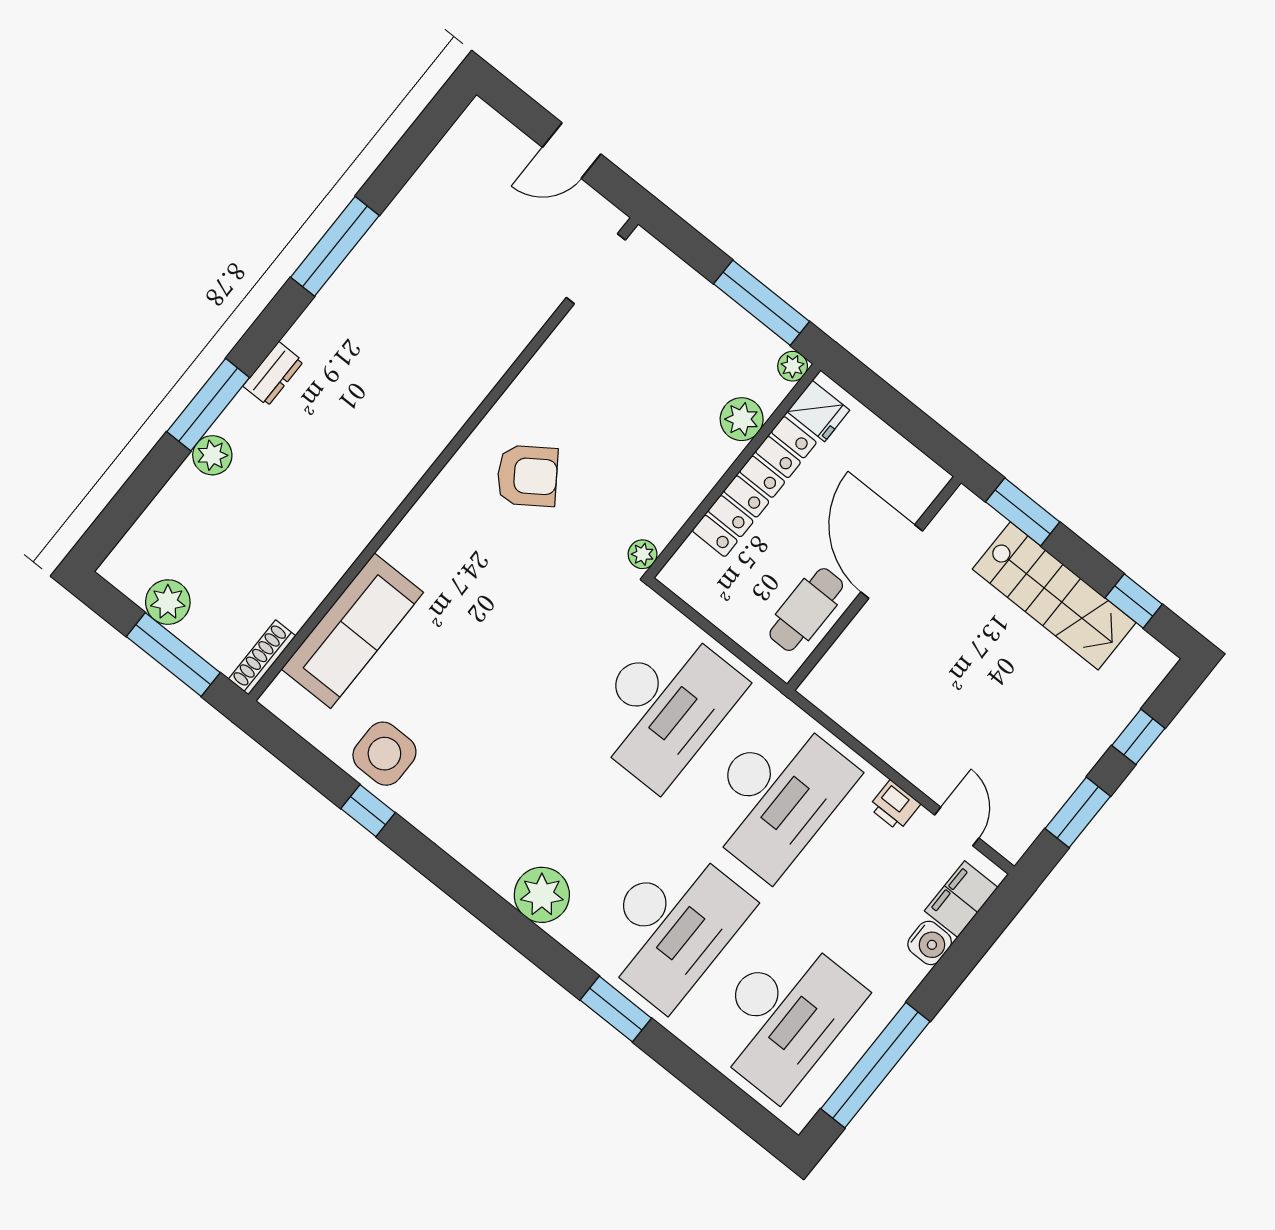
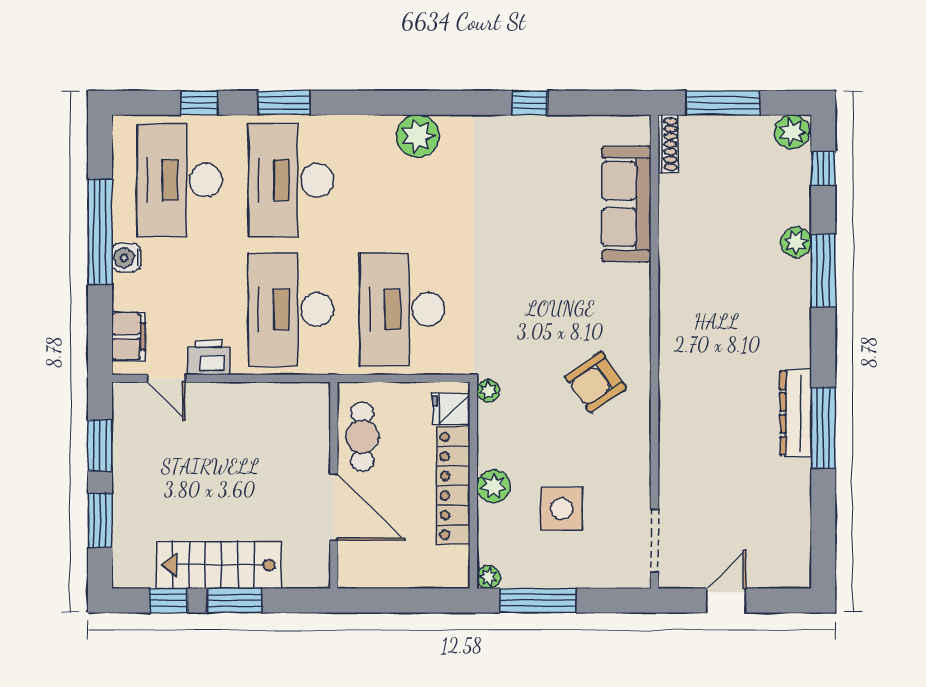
dresser: (273, 374) -> (796, 413), moved, width x1.96, depth x1.24
fridge: (818, 411) -> (451, 409), moved
plant: (742, 419) -> (494, 486), moved
window: (126, 508) -> (823, 168), added
window: (1023, 512) -> (234, 600), moved
plant: (168, 602) -> (792, 132), moved
window: (1138, 737) -> (100, 521), width x1.50
side table: (384, 754) -> (562, 509), moved
printer: (895, 806) -> (208, 357), width x1.36, depth x1.24
plant: (542, 895) -> (418, 136), moved
water cooler: (930, 943) -> (126, 258), moved
window: (875, 1065) -> (100, 232), moved
window: (701, 1078) -> (199, 103), added

